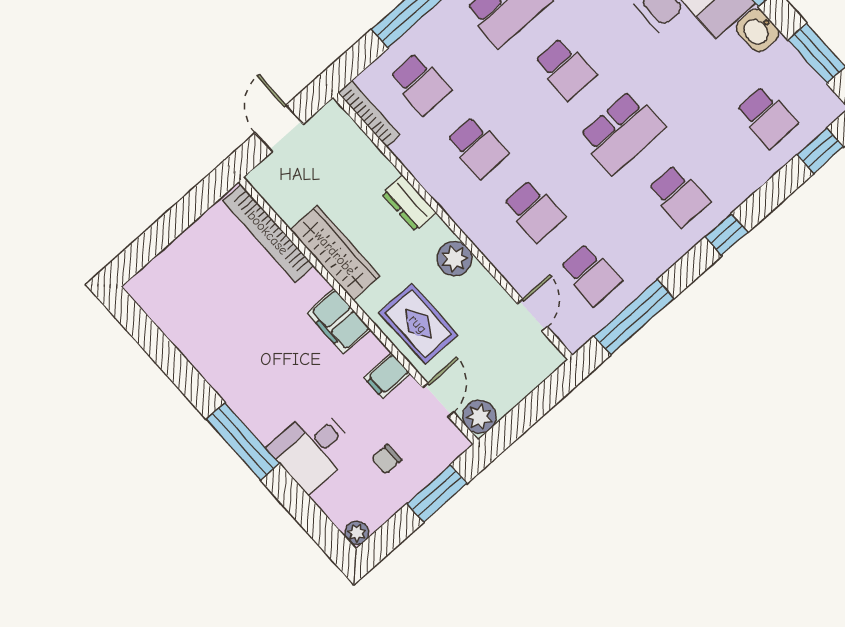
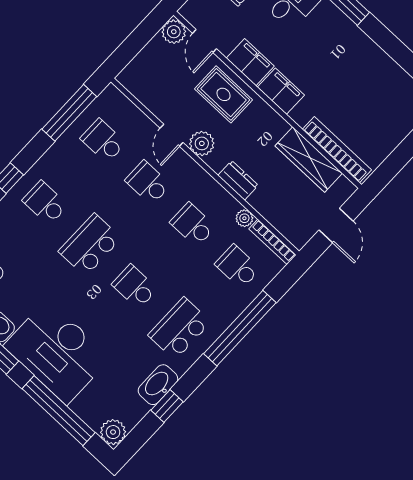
plant: (405, 150) -> (244, 218), added
wardrobe: (335, 253) -> (309, 160), moved
door: (532, 315) -> (172, 135), moved
filing cabinet: (387, 376) -> (250, 62), width x2.00

